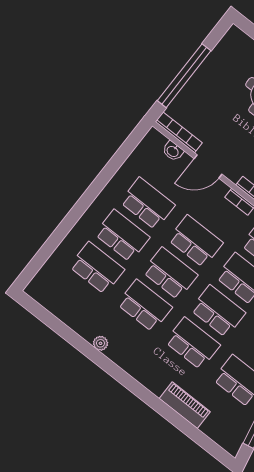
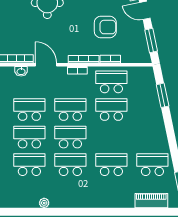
door: (208, 166) -> (46, 65), swing flipped
school desk: (218, 311) -> (111, 137), removed
plant: (100, 343) -> (44, 203), moved
piano: (185, 405) -> (151, 201), moved

